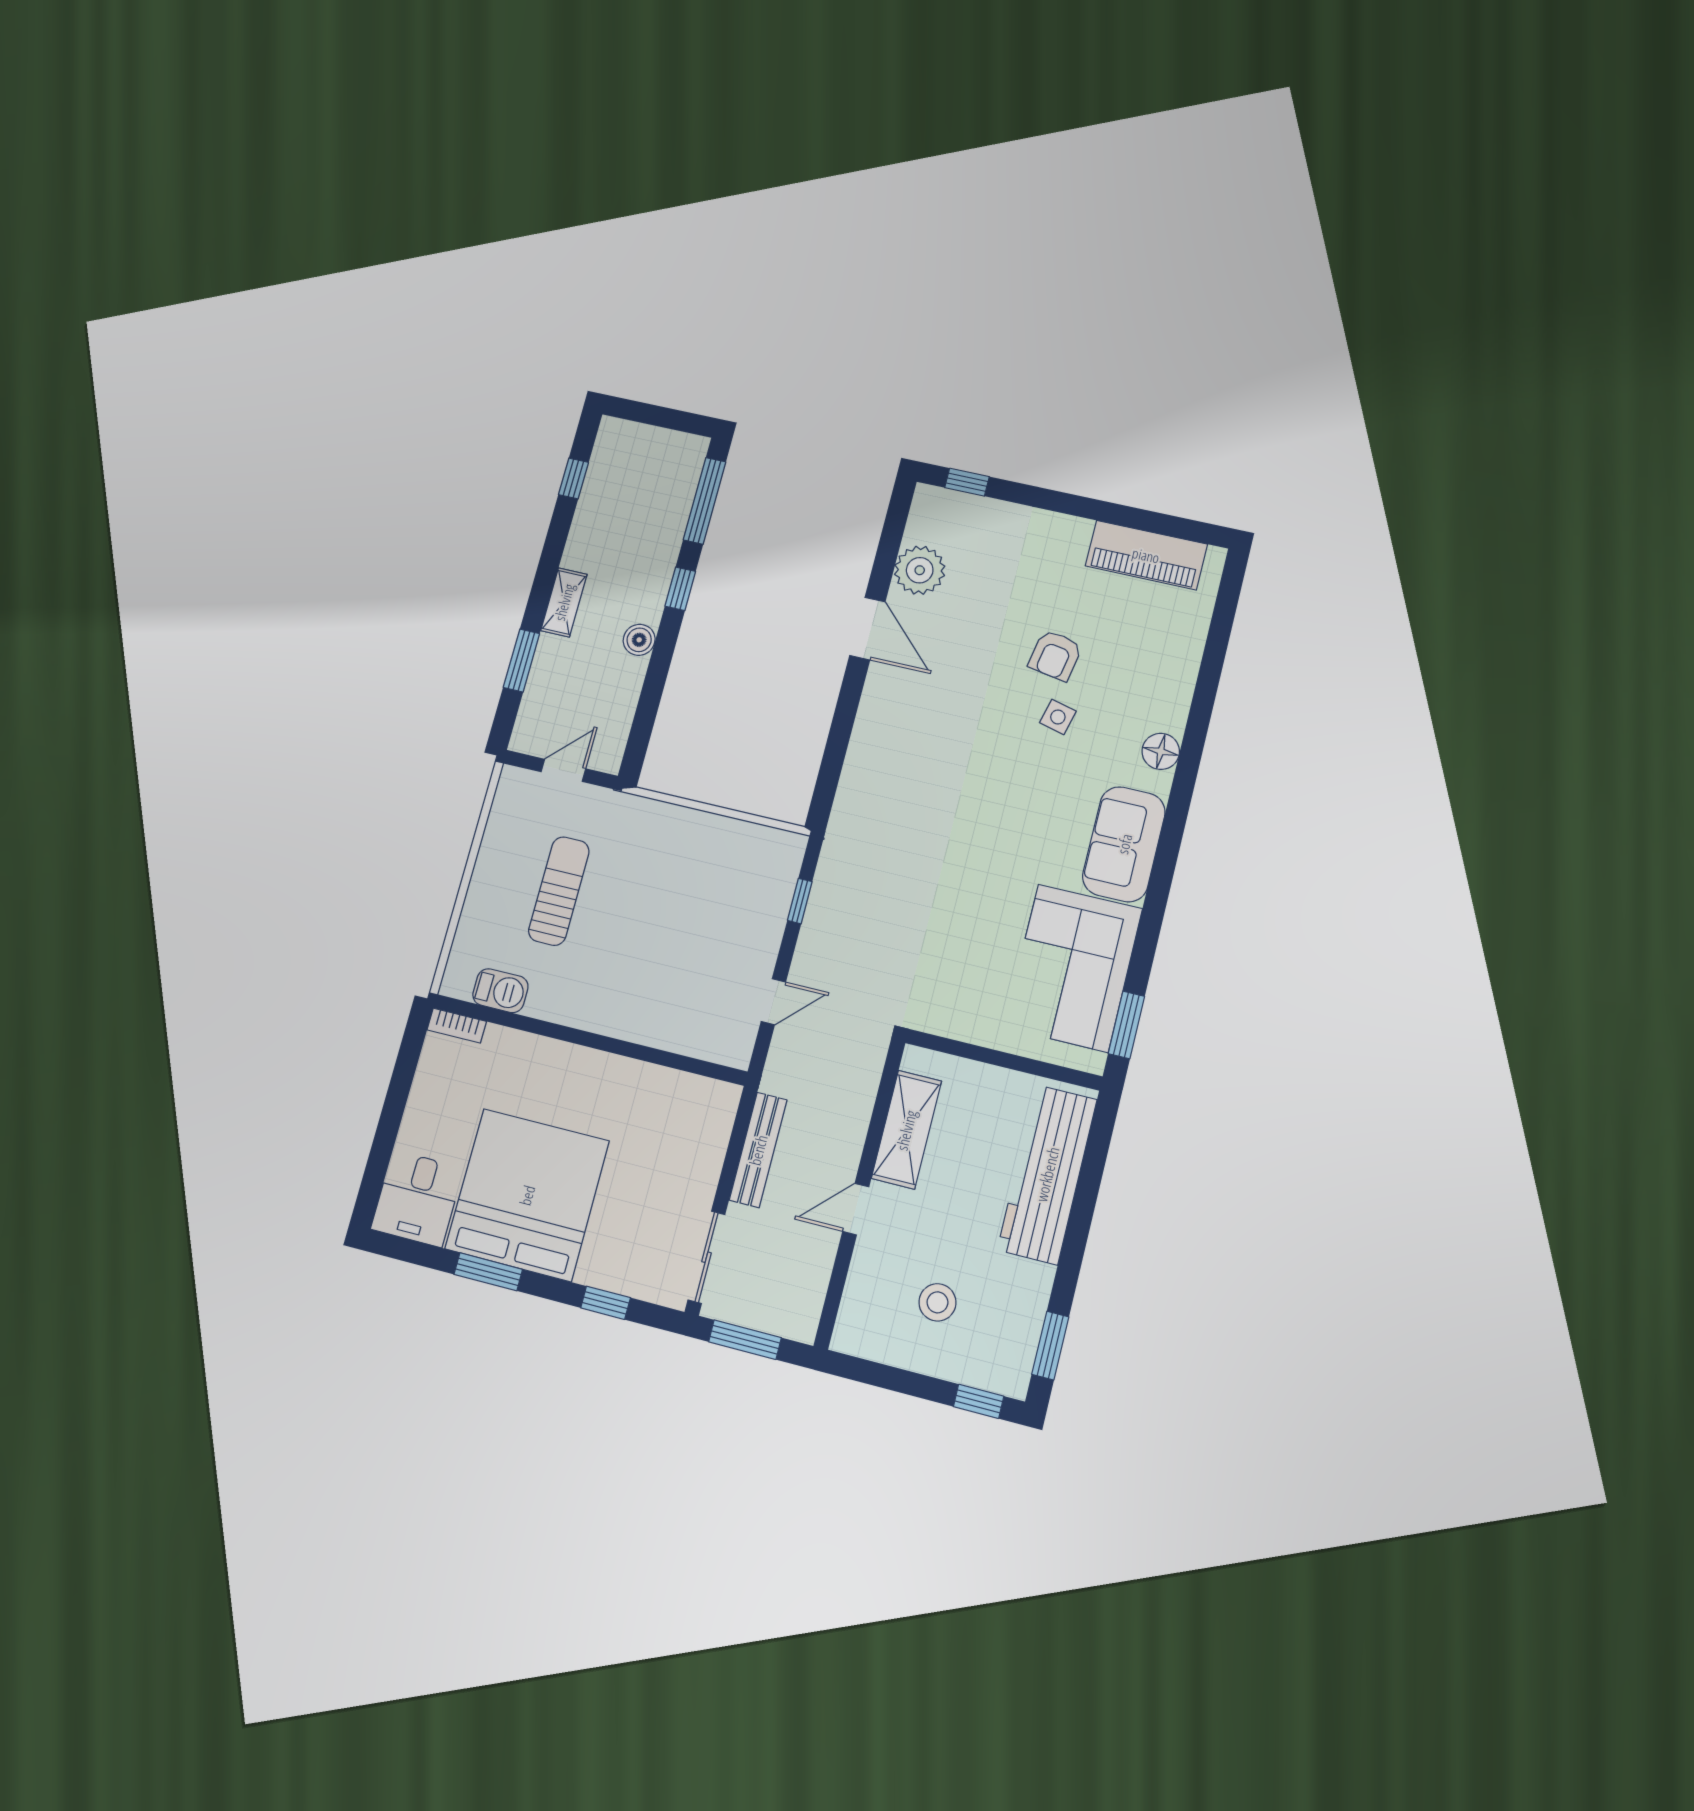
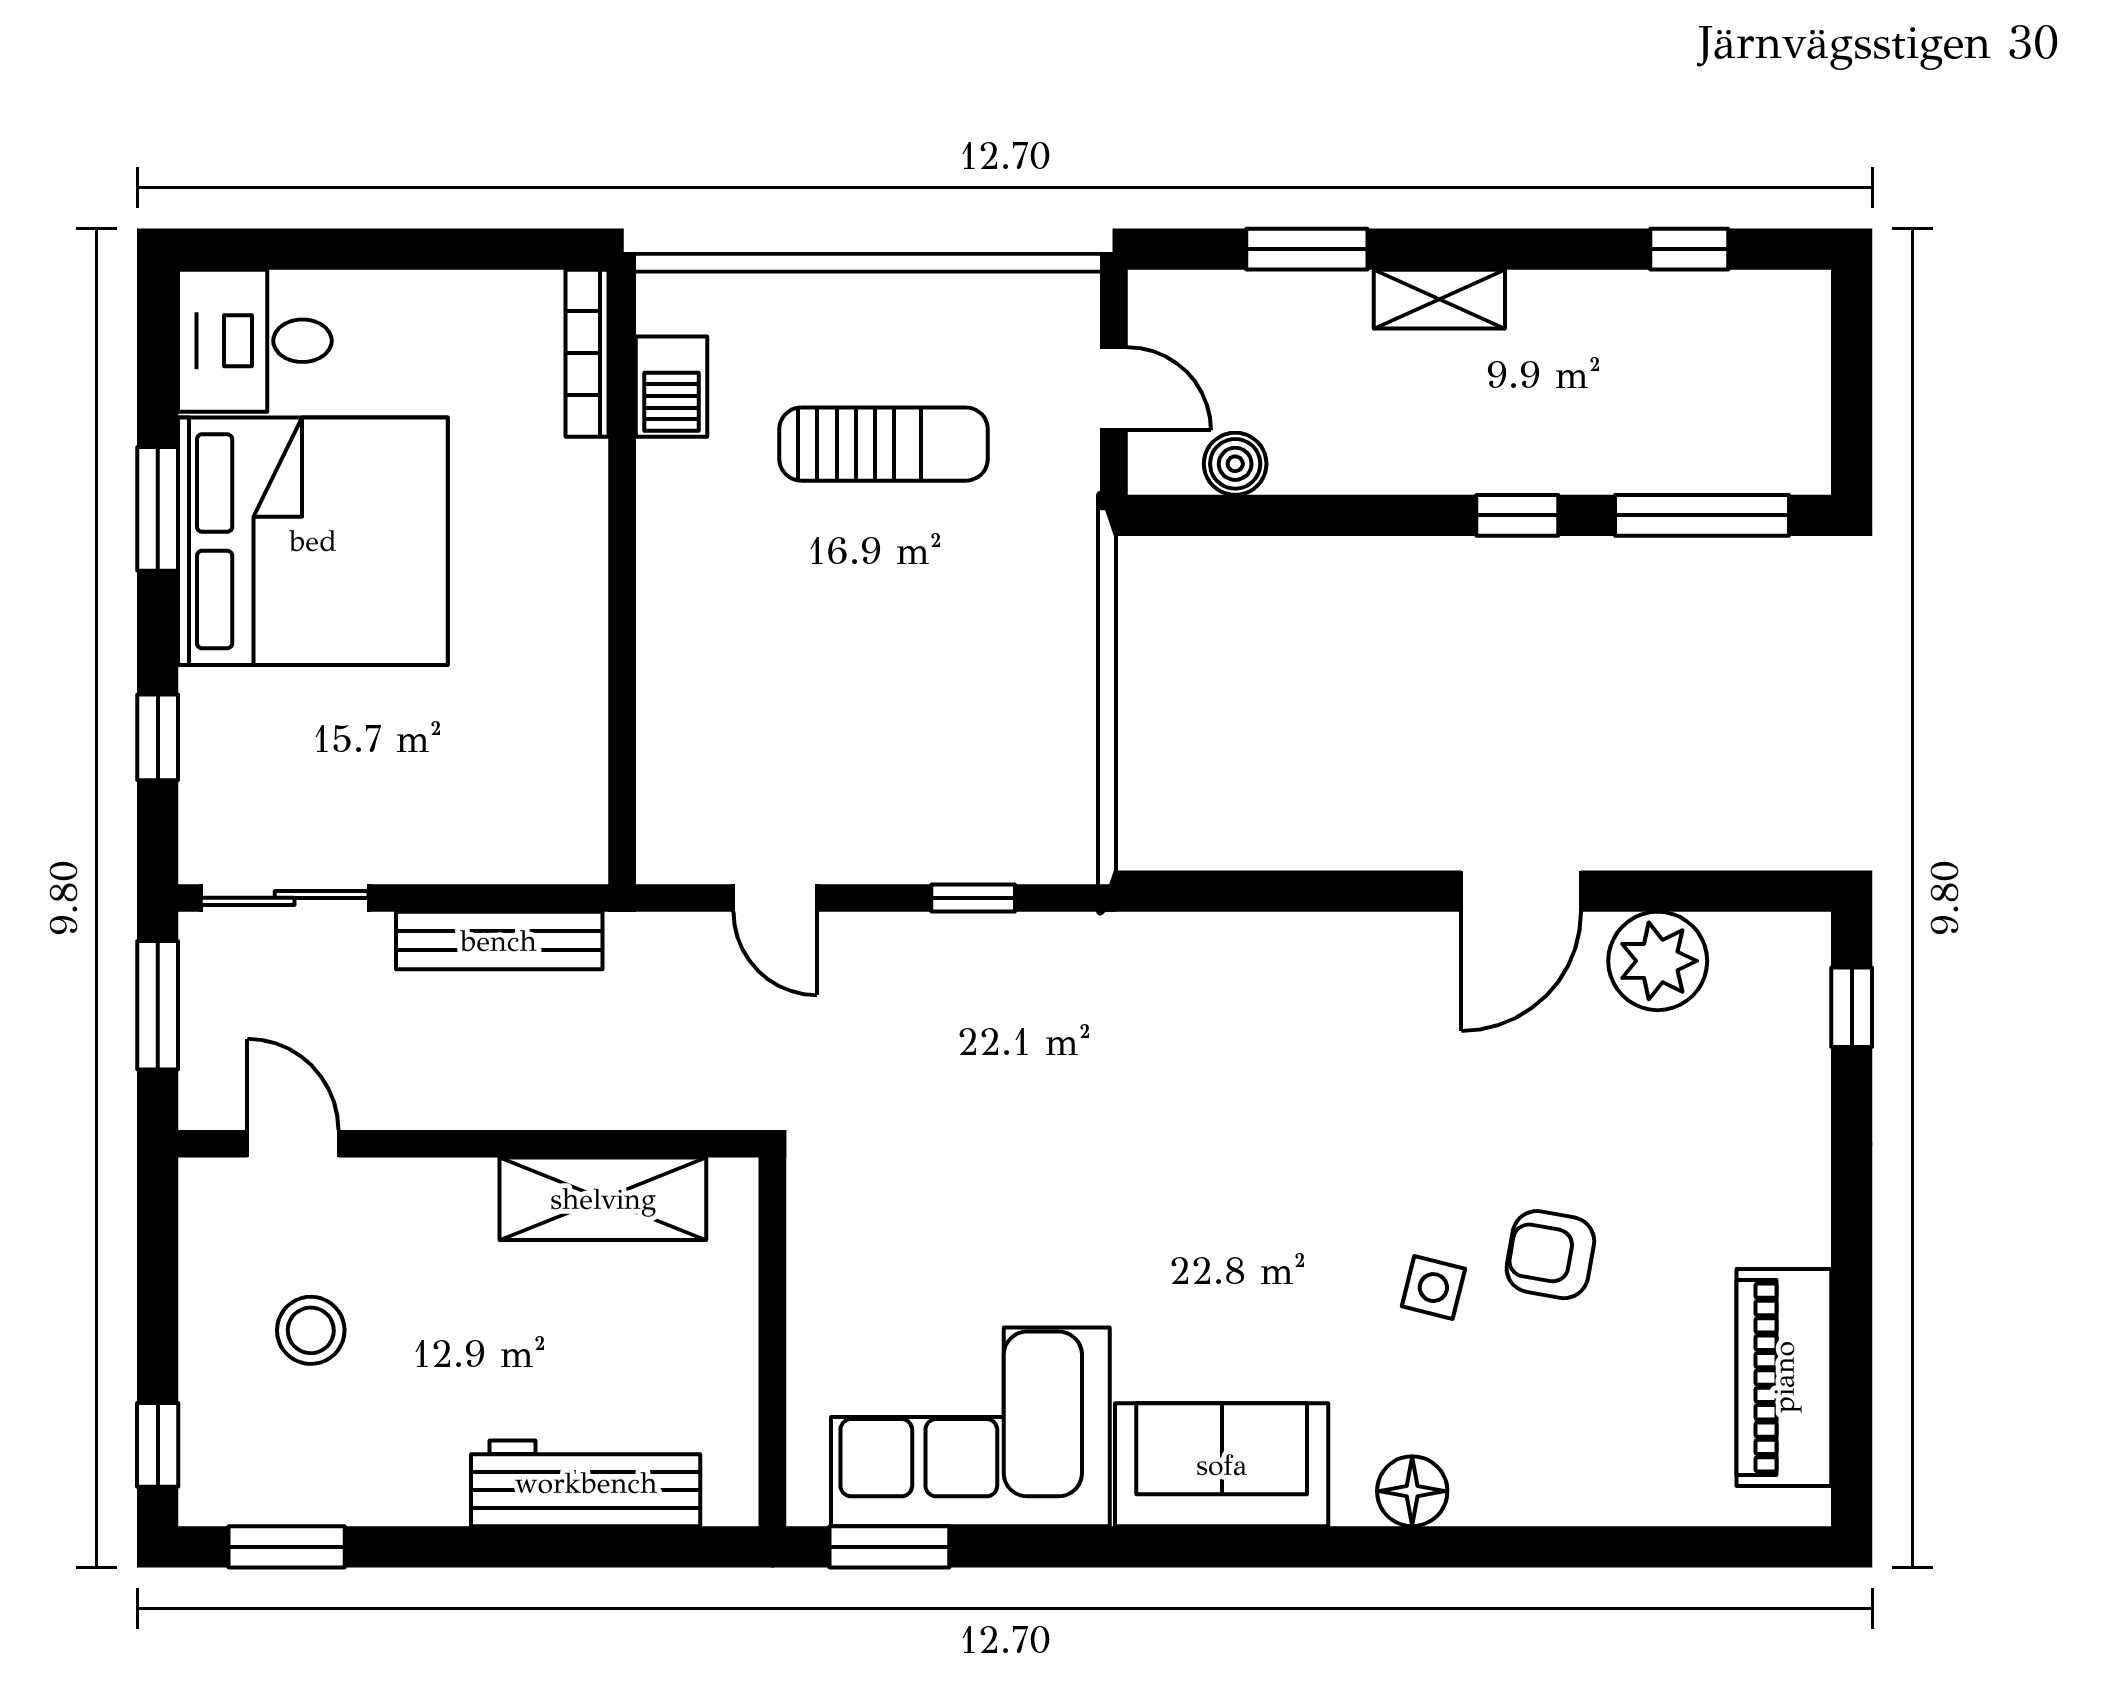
boiler: (639, 640) -> (1235, 464), moved
bookcase: (457, 1026) -> (587, 353), width x1.56
workbench: (1047, 1174) -> (586, 1483), width x0.73, depth x0.76
door: (856, 1209) -> (293, 1144), moved

